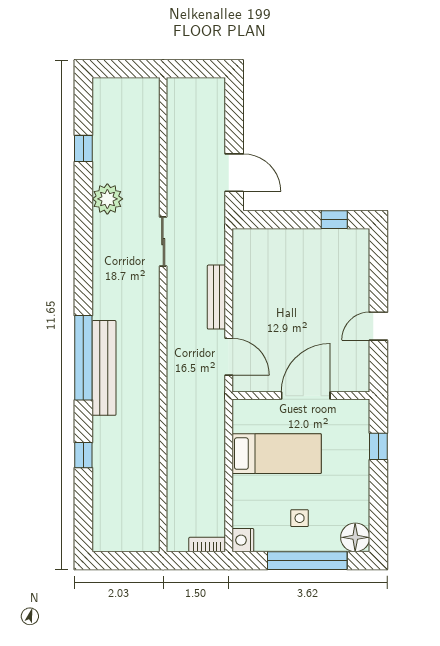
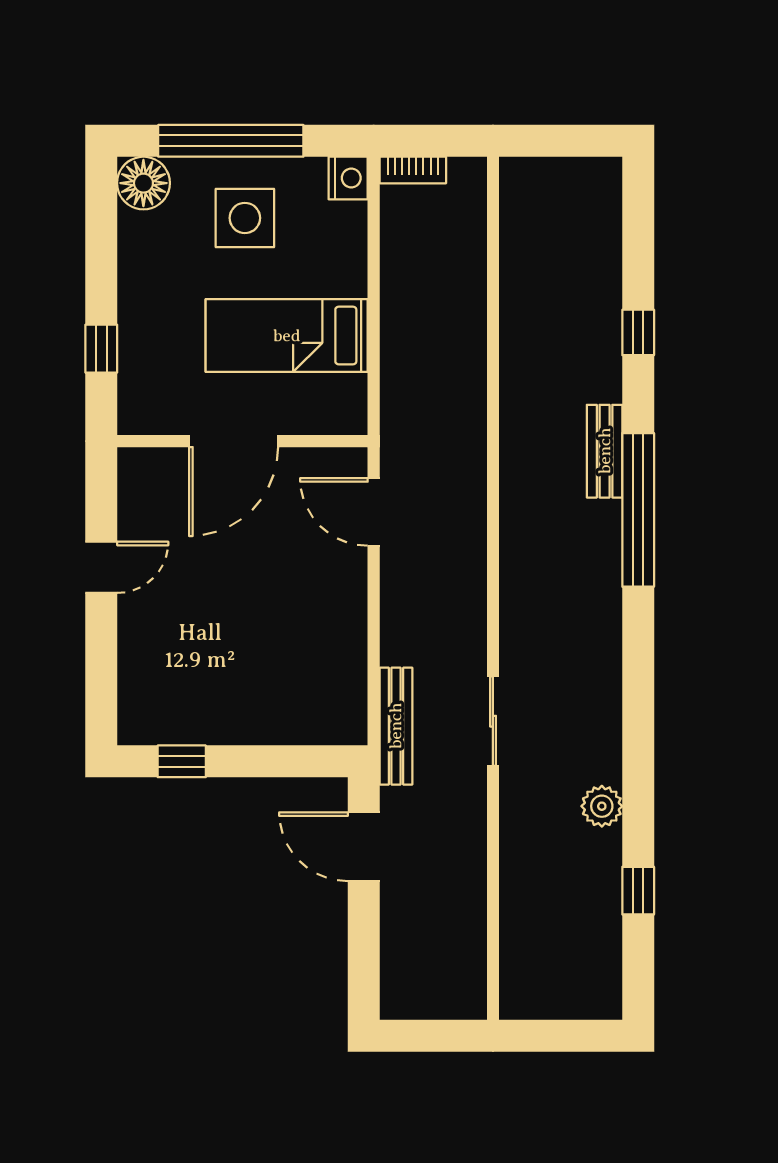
plant: (107, 199) -> (602, 806), width x0.73, depth x0.73
bench: (216, 297) -> (396, 726), moved
bench: (104, 368) -> (605, 451), width x0.54, depth x0.82
side table: (300, 518) -> (245, 218), width x1.87, depth x1.87

